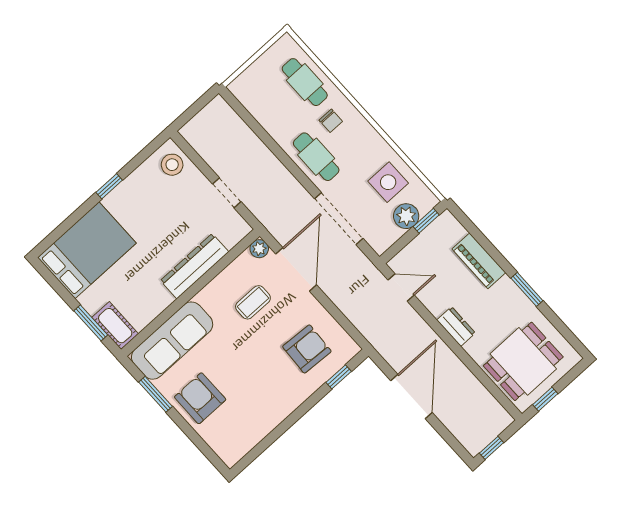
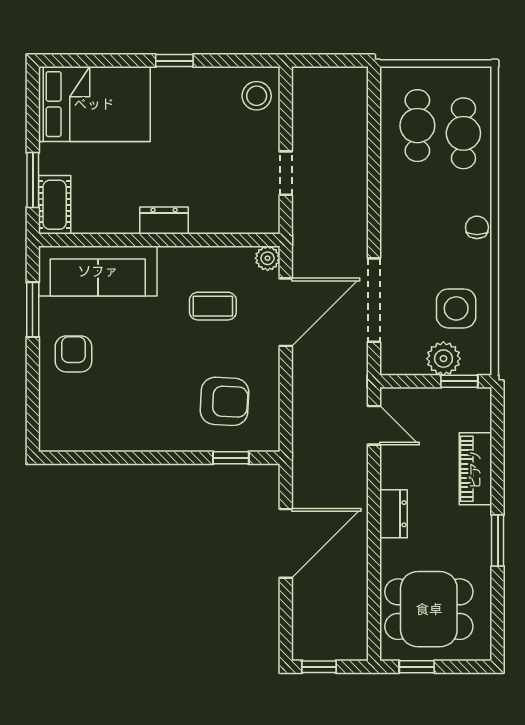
chair: (331, 121) -> (477, 227), moved, turned 180
cafe table: (316, 157) -> (417, 126), moved
dresser: (195, 266) -> (164, 221), width x0.51, depth x0.80
armchair: (200, 398) -> (73, 354), width x0.72, depth x0.72

